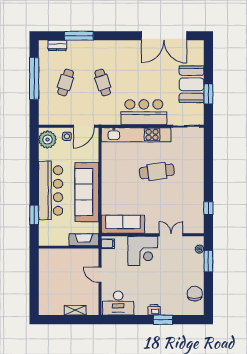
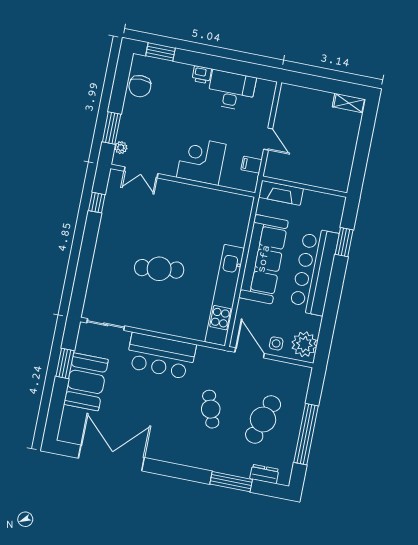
cafe table: (66, 83) -> (263, 419), width x1.37, depth x1.35
door: (84, 126) -> (250, 353), hinge flipped
kitchen unit: (136, 135) -> (225, 295), moved, turned -90
sofa: (123, 224) -> (222, 204), removed
double door: (171, 235) -> (141, 172), moved
filing cabinet: (108, 244) -> (251, 165), moved
desk: (118, 303) -> (231, 90), moved
shelving: (75, 310) -> (349, 103), moved
window: (163, 320) -> (160, 52), moved

